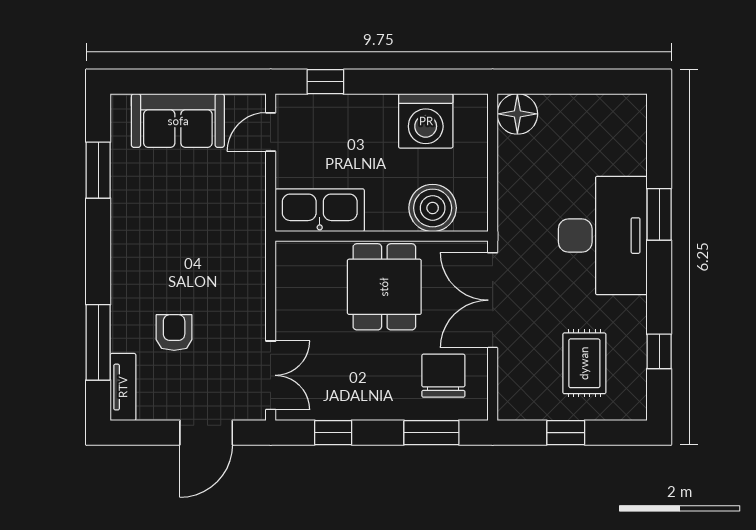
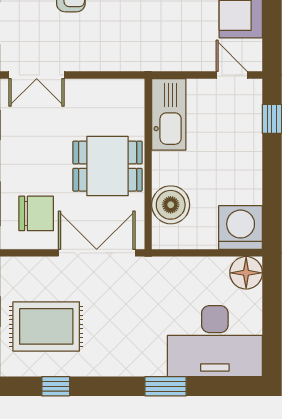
washing machine: (426, 121) -> (241, 227), moved, turned 90
desk: (603, 236) -> (215, 341), moved
rug: (584, 363) -> (46, 326), width x1.36, depth x1.43

